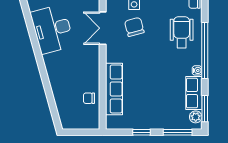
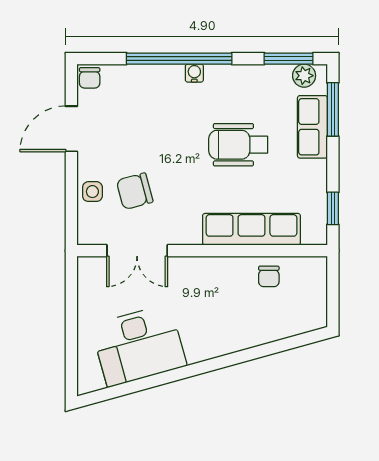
wheelchair: (182, 32) -> (238, 145), moved
water cooler: (197, 70) -> (194, 73), moved
row of seats: (194, 93) -> (312, 127), moved, turned 90
window: (141, 132) -> (333, 208), moved

